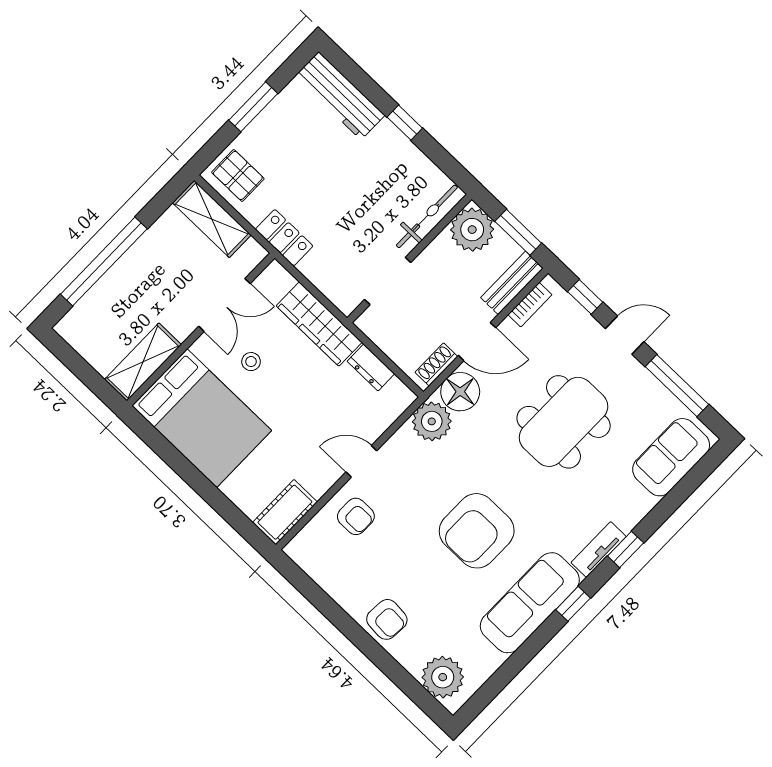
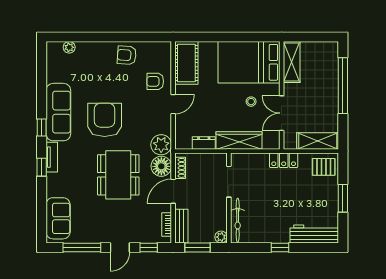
plant: (472, 230) -> (221, 237), width x0.53, depth x0.53
dining table: (564, 422) -> (118, 175), moved
cot: (285, 512) -> (186, 63), width x1.37, depth x1.34
armchair: (387, 619) -> (127, 55), moved
plant: (443, 677) -> (69, 47), width x0.53, depth x0.53

